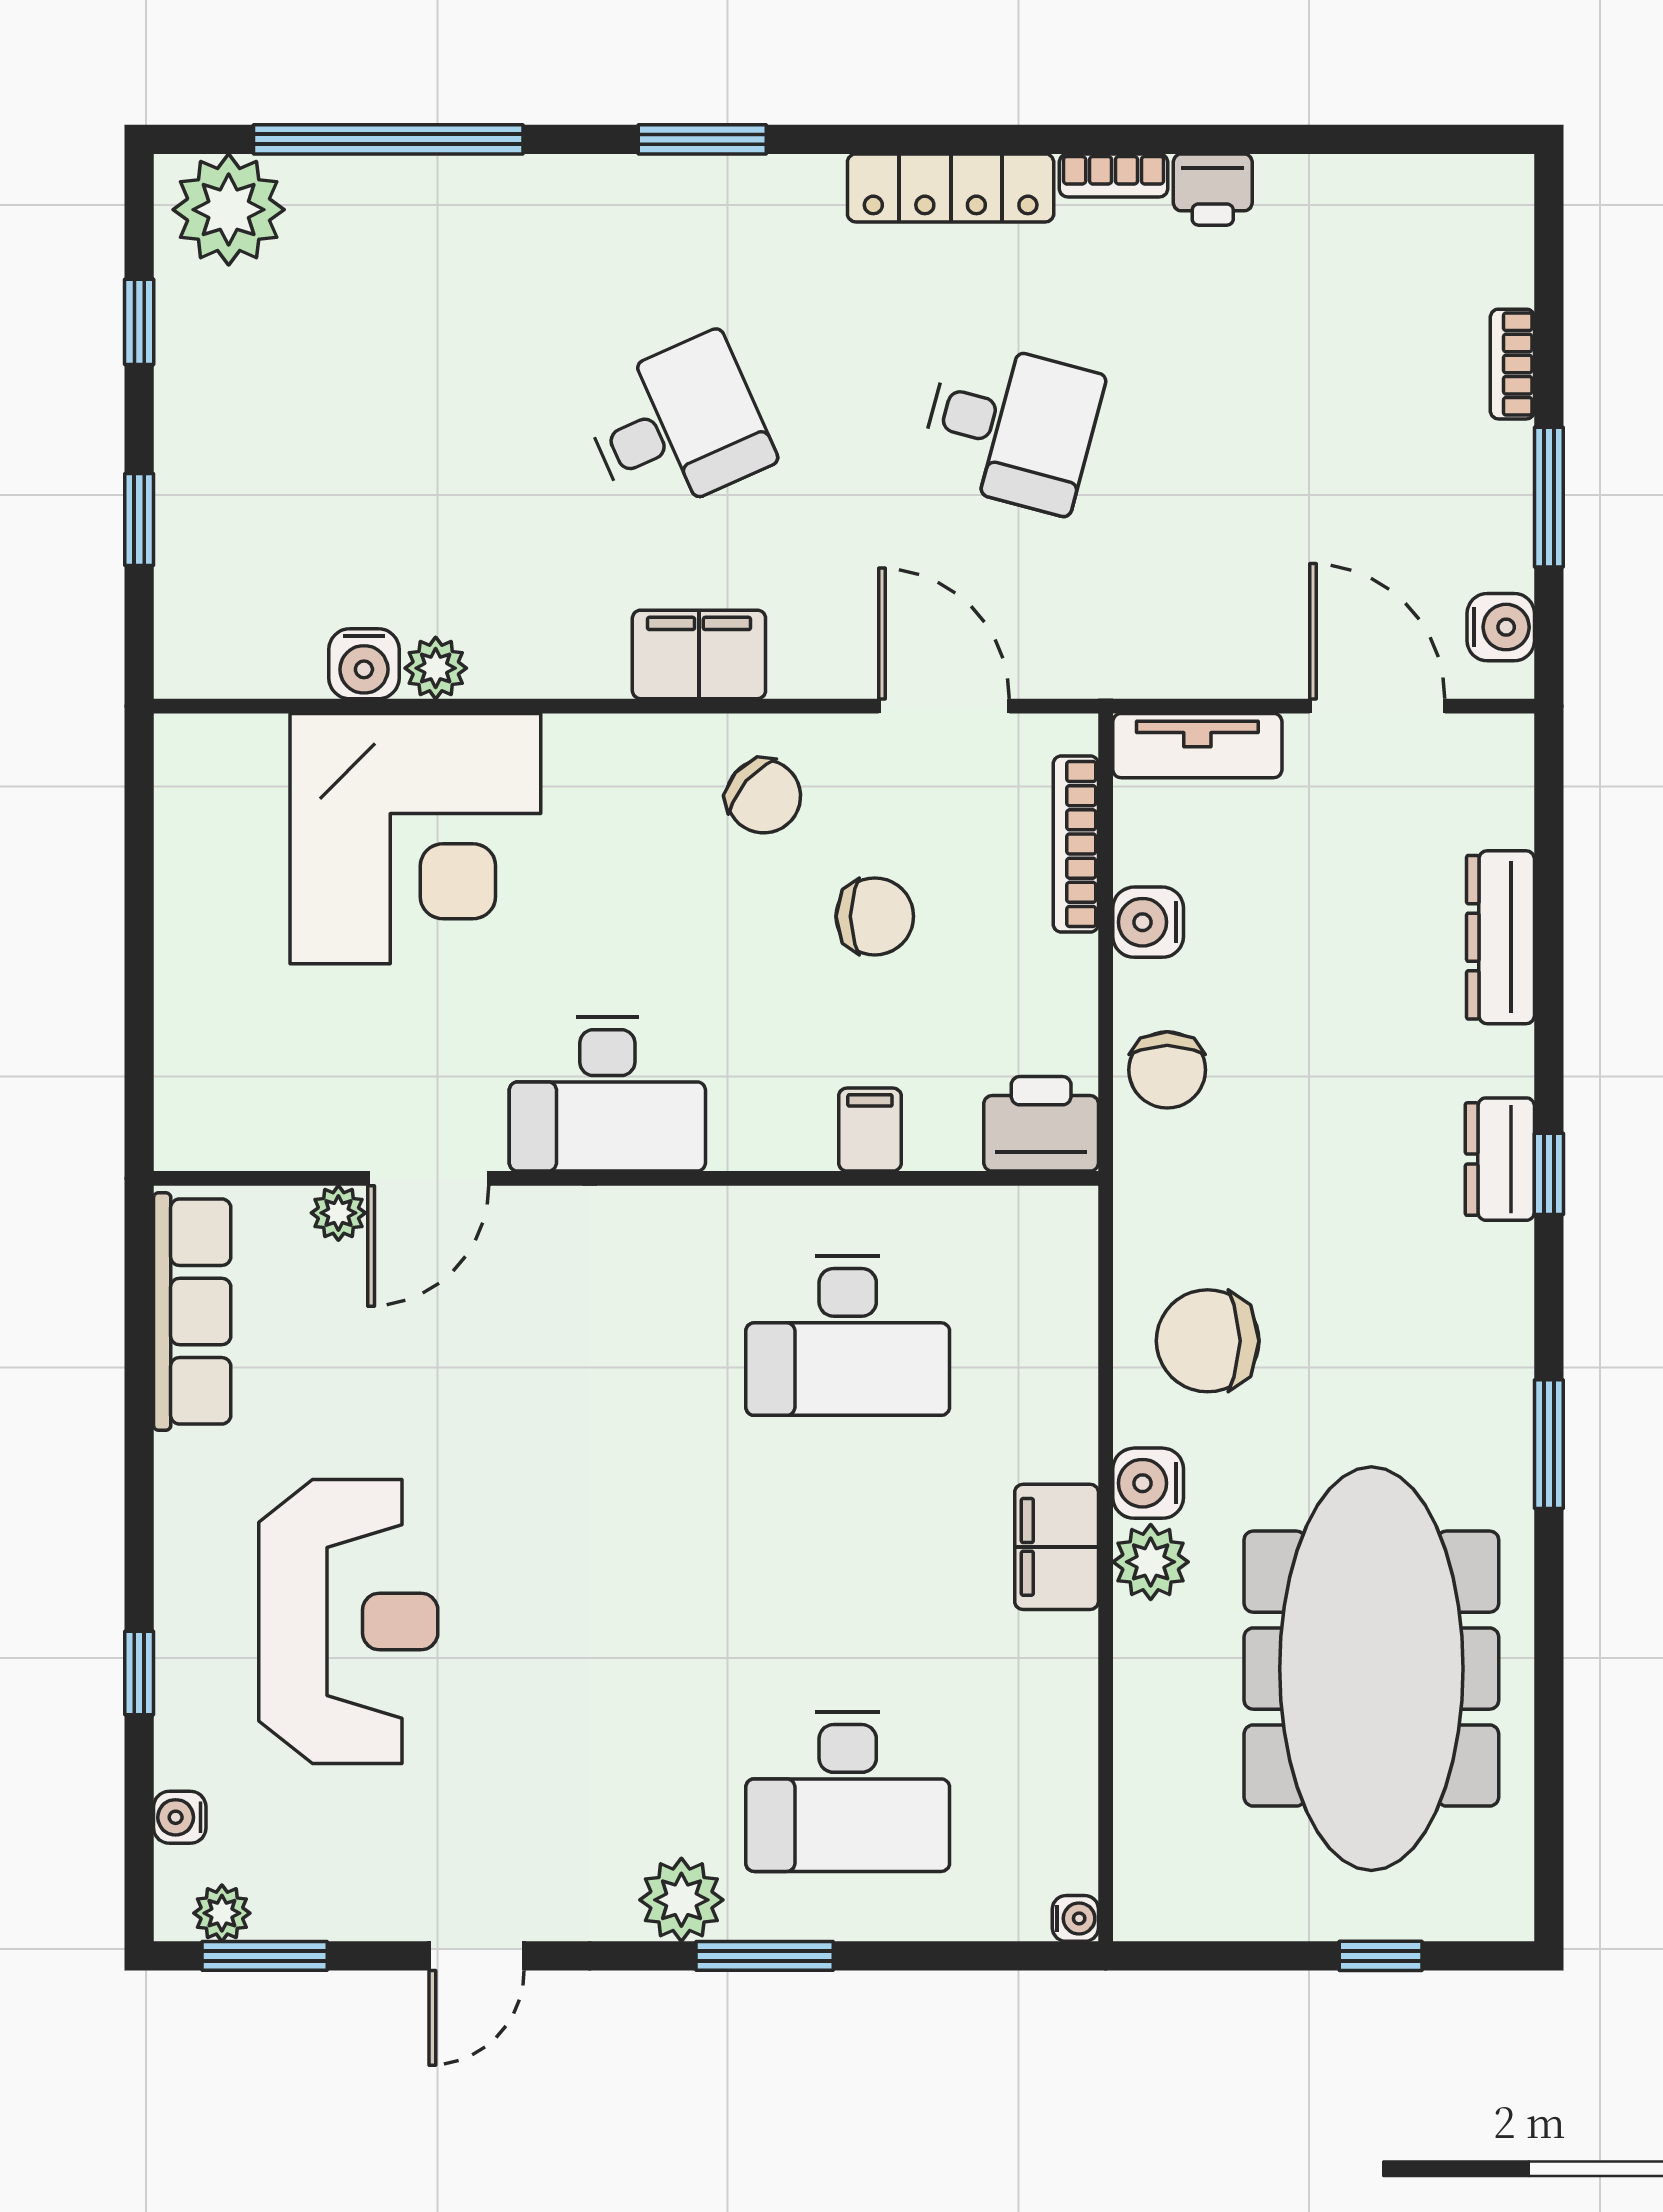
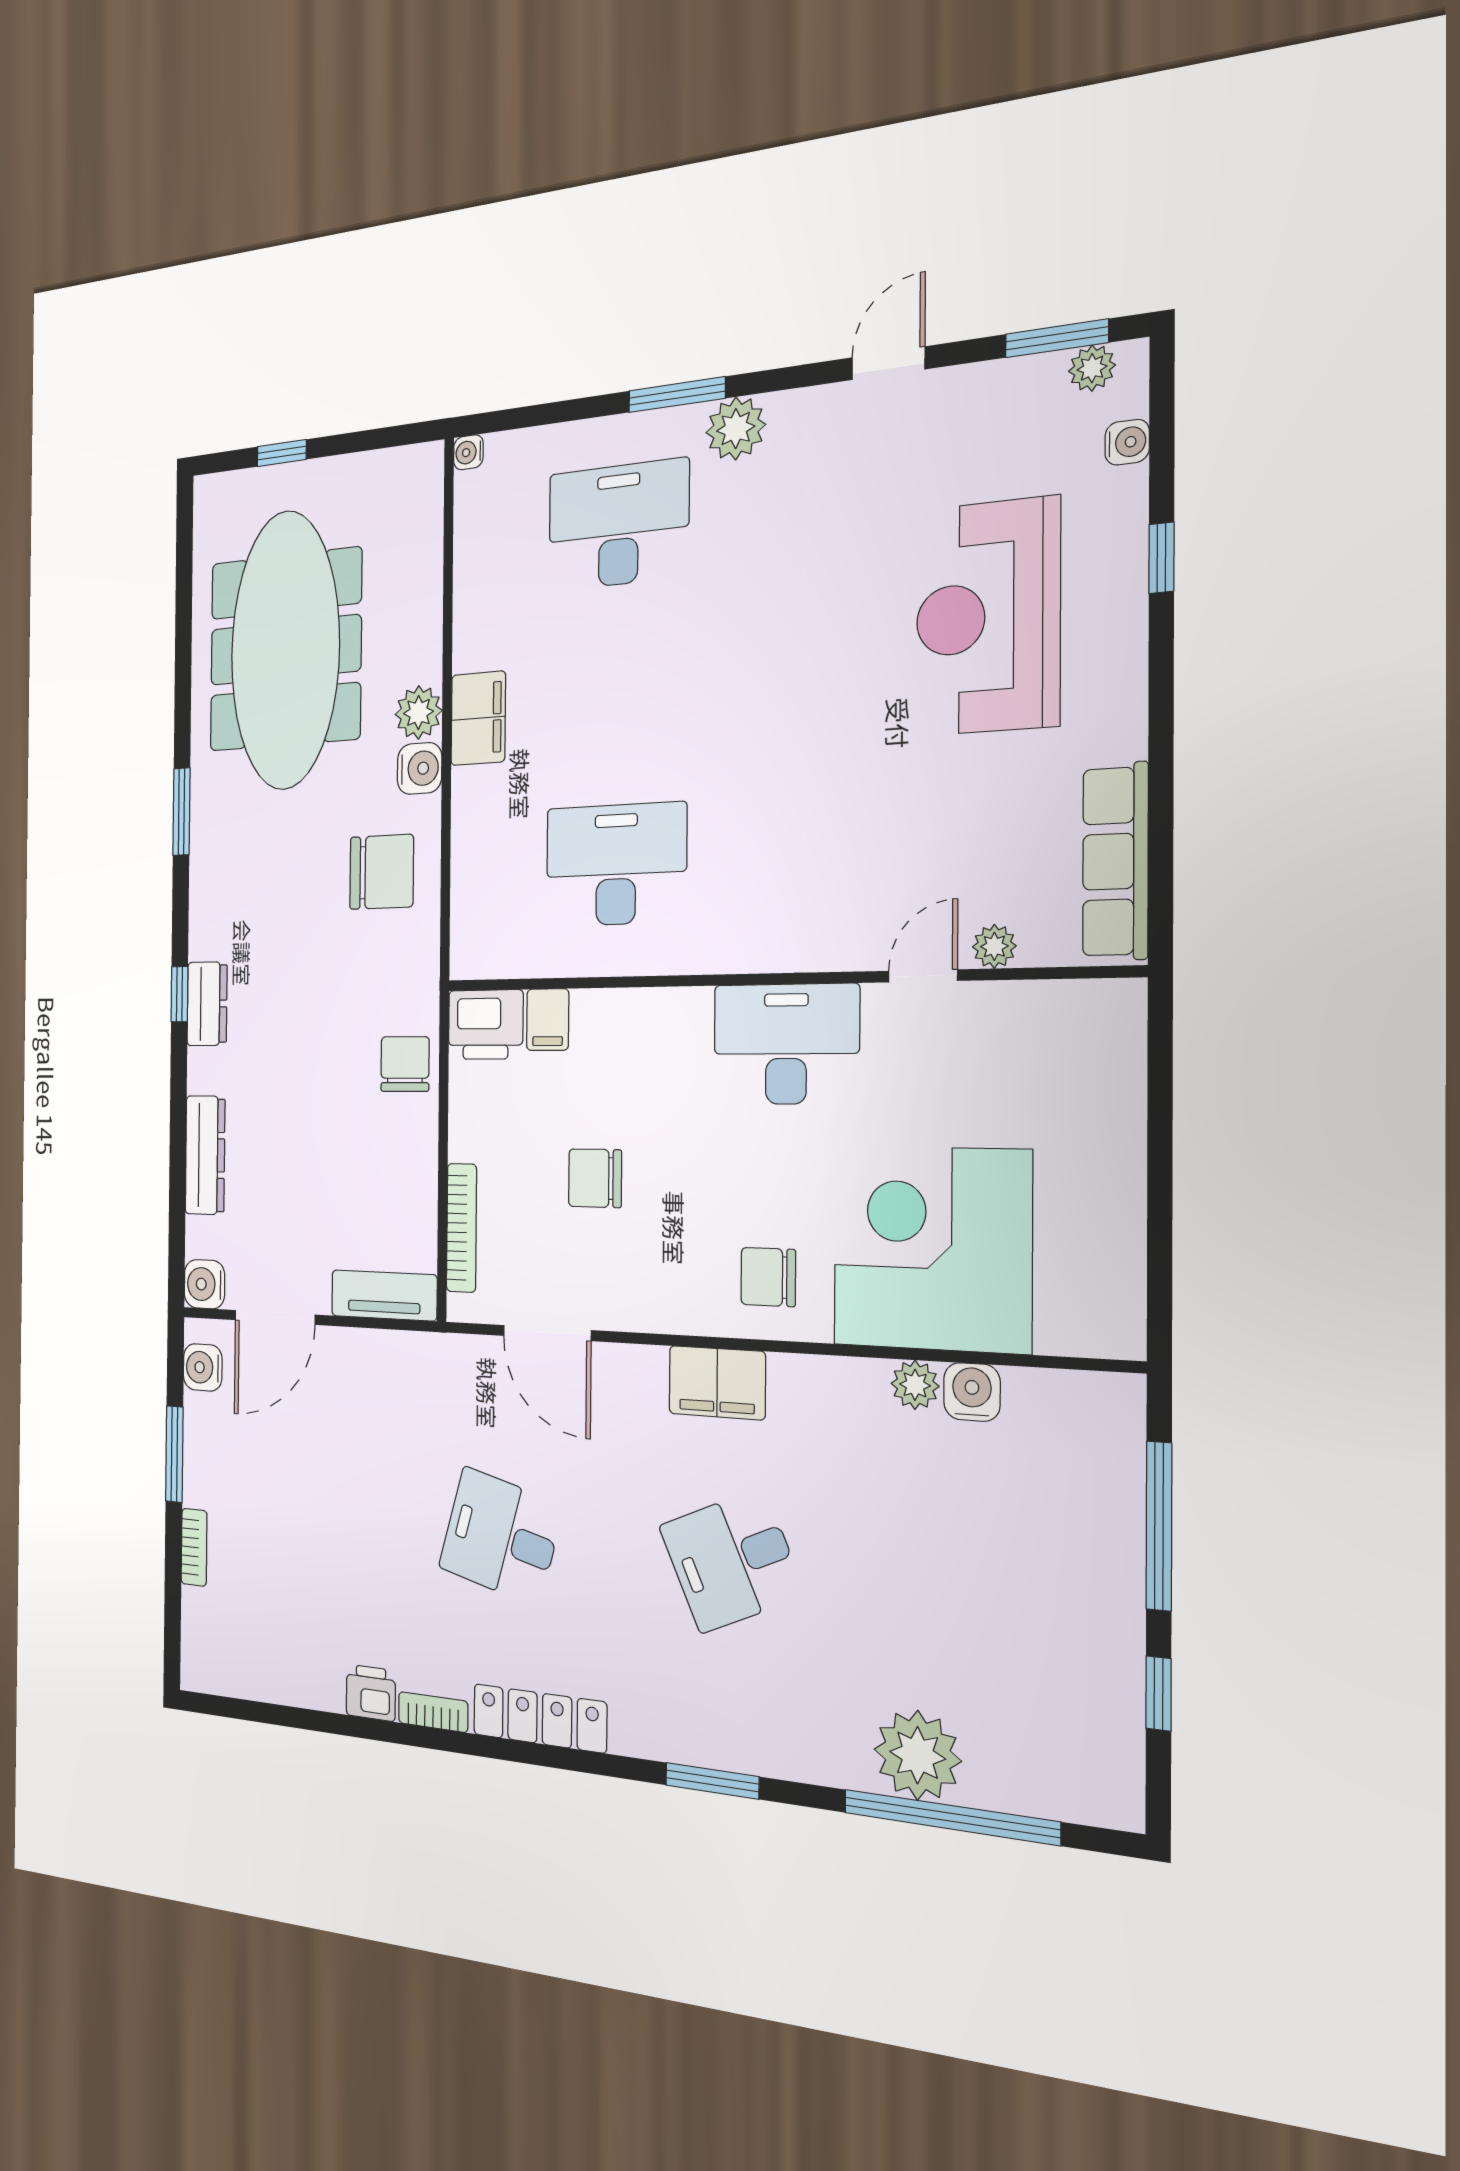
plant: (229, 210) -> (918, 1755), moved
window: (139, 519) -> (1159, 1526), width x2.17
door: (1377, 706) -> (275, 1317), hinge flipped
chair: (764, 796) -> (768, 1277), moved, turned -41
water cooler: (1148, 922) -> (204, 1284), moved, turned 180
filing cabinet: (870, 1130) -> (548, 1020), moved
door: (428, 1178) -> (923, 976), width x0.73

